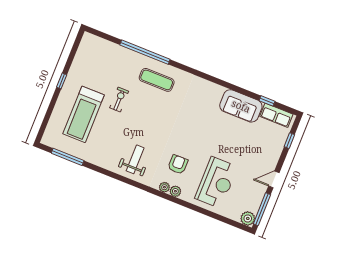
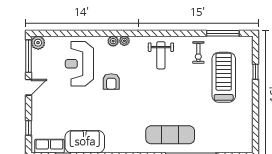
exercise mat: (157, 80) -> (170, 135), width x1.36, depth x1.45
window: (62, 81) -> (255, 72), moved
exercise bike: (119, 100) -> (198, 52), moved
armchair: (178, 164) -> (111, 81), moved

